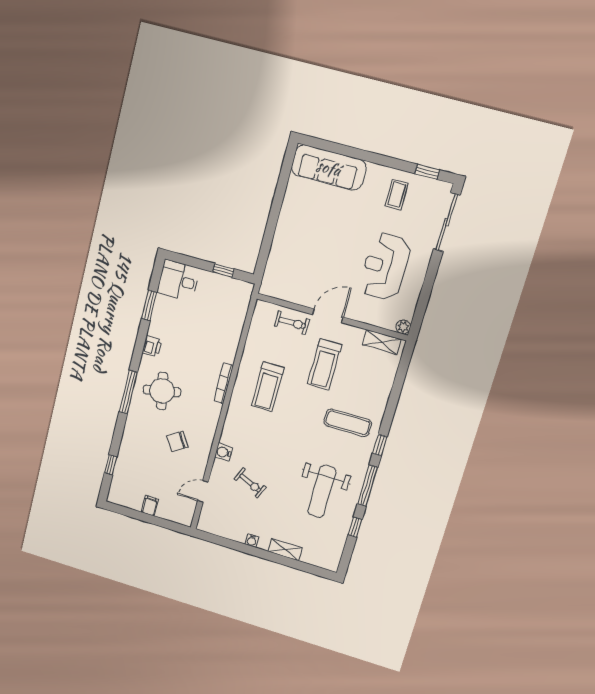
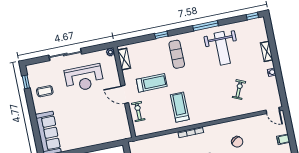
sliding door: (447, 222) -> (65, 55), moved
treadmill: (268, 387) -> (180, 107), turned -90
window: (380, 445) -> (161, 35), moved
water cooler: (224, 452) -> (229, 113), removed
weight bench: (322, 491) -> (222, 48), turned 90
door: (203, 492) -> (273, 110), moved
window: (355, 527) -> (252, 16), moved

